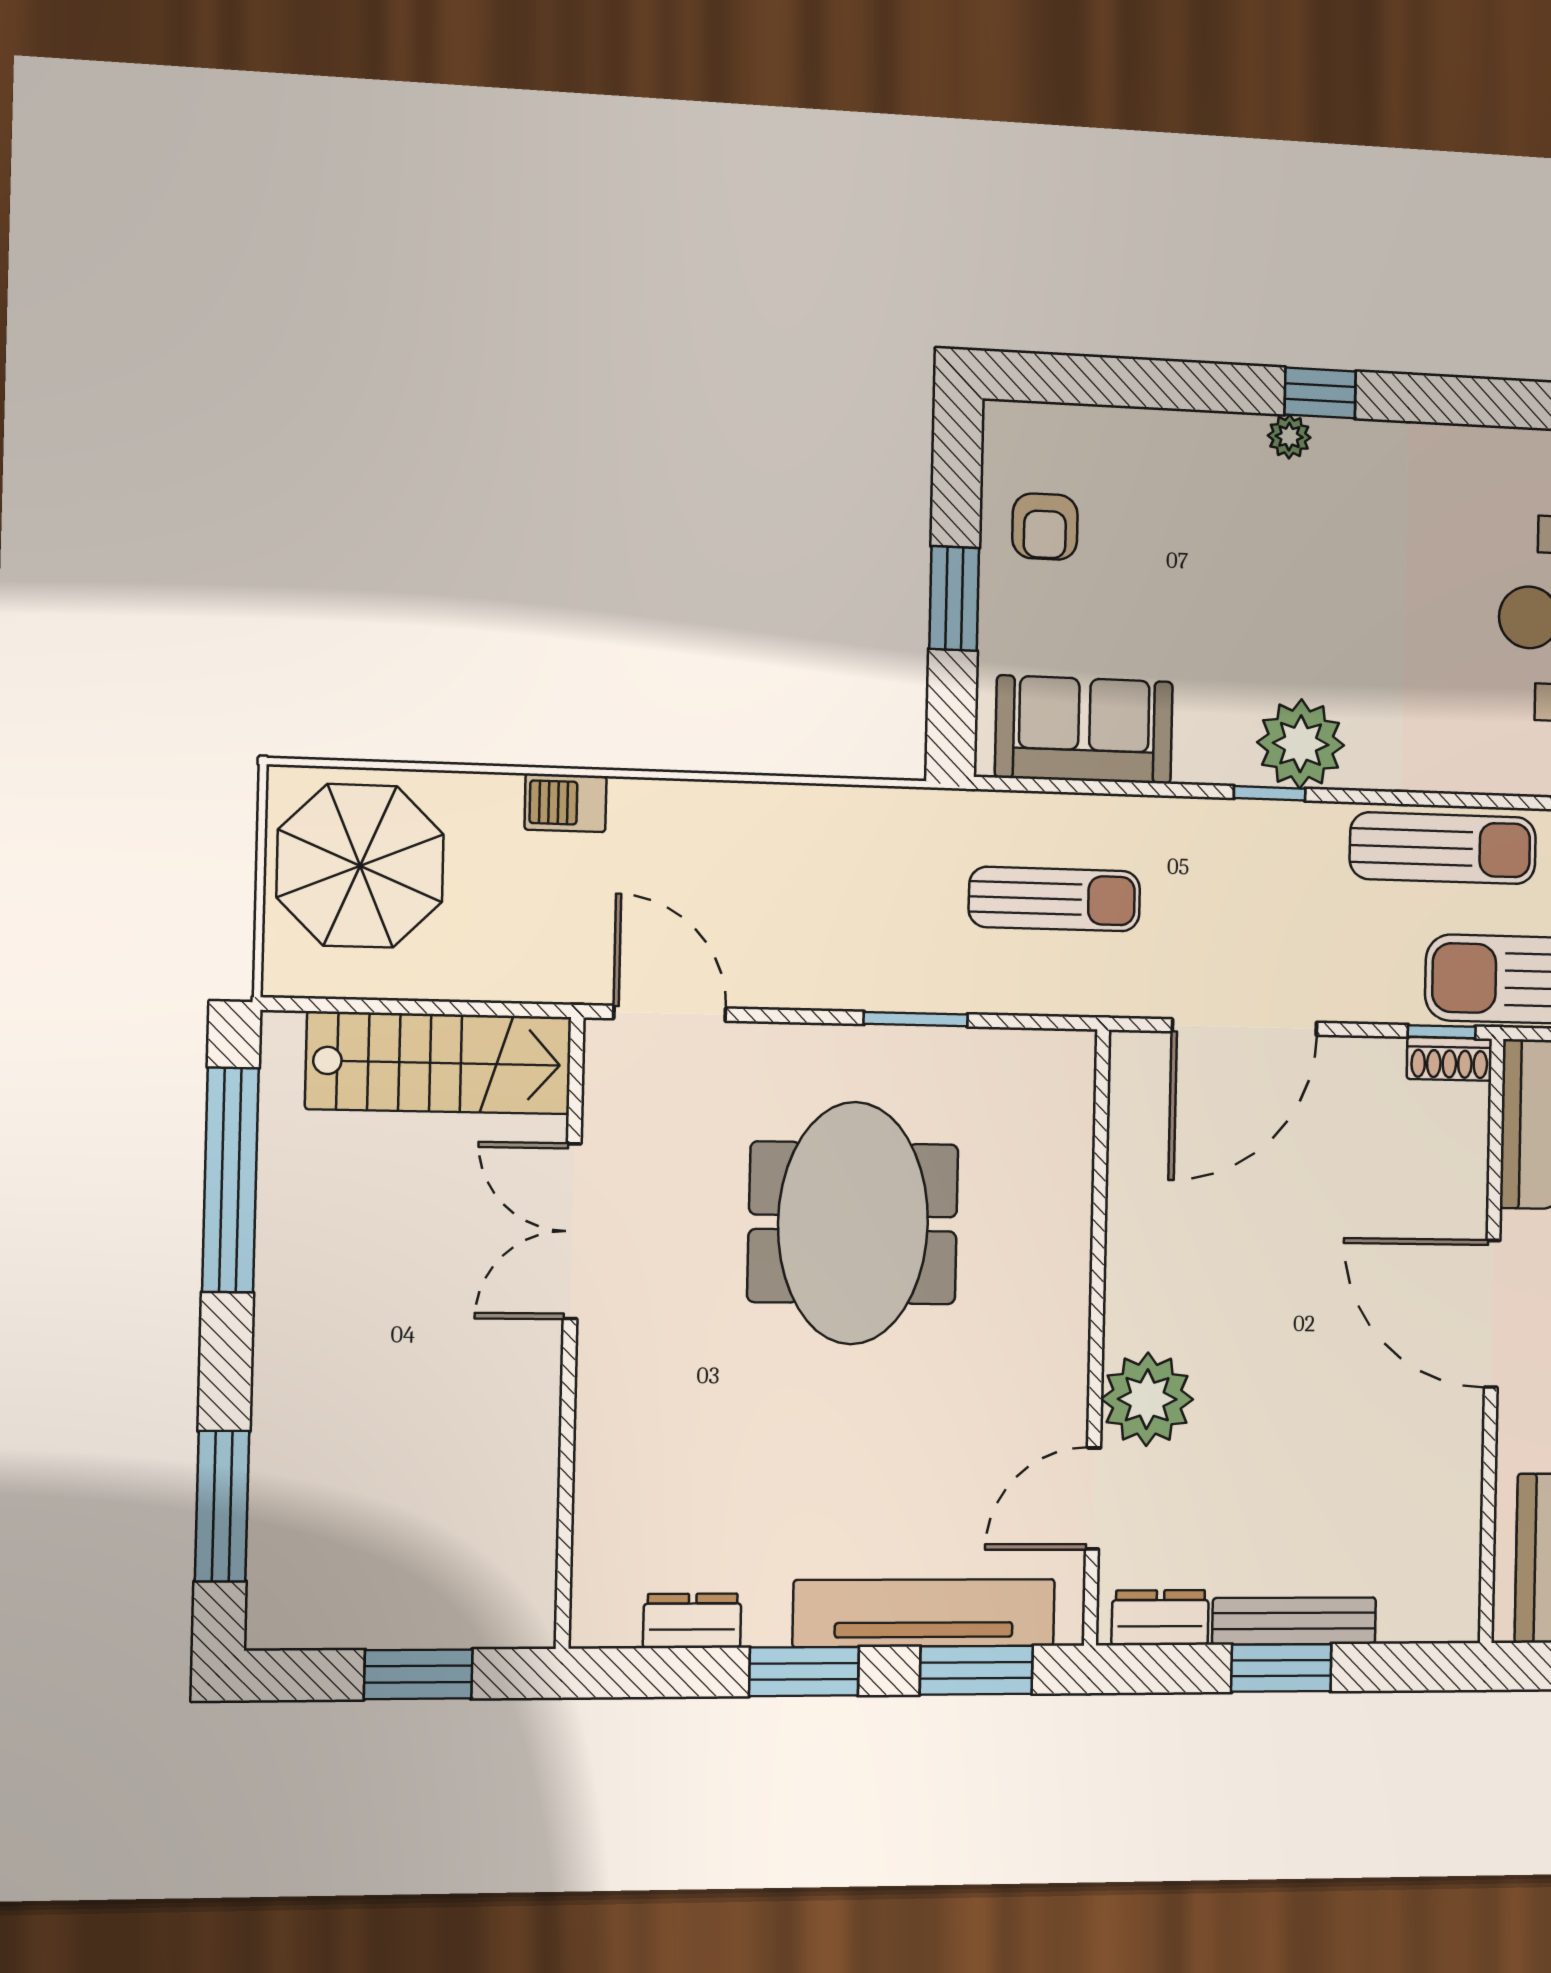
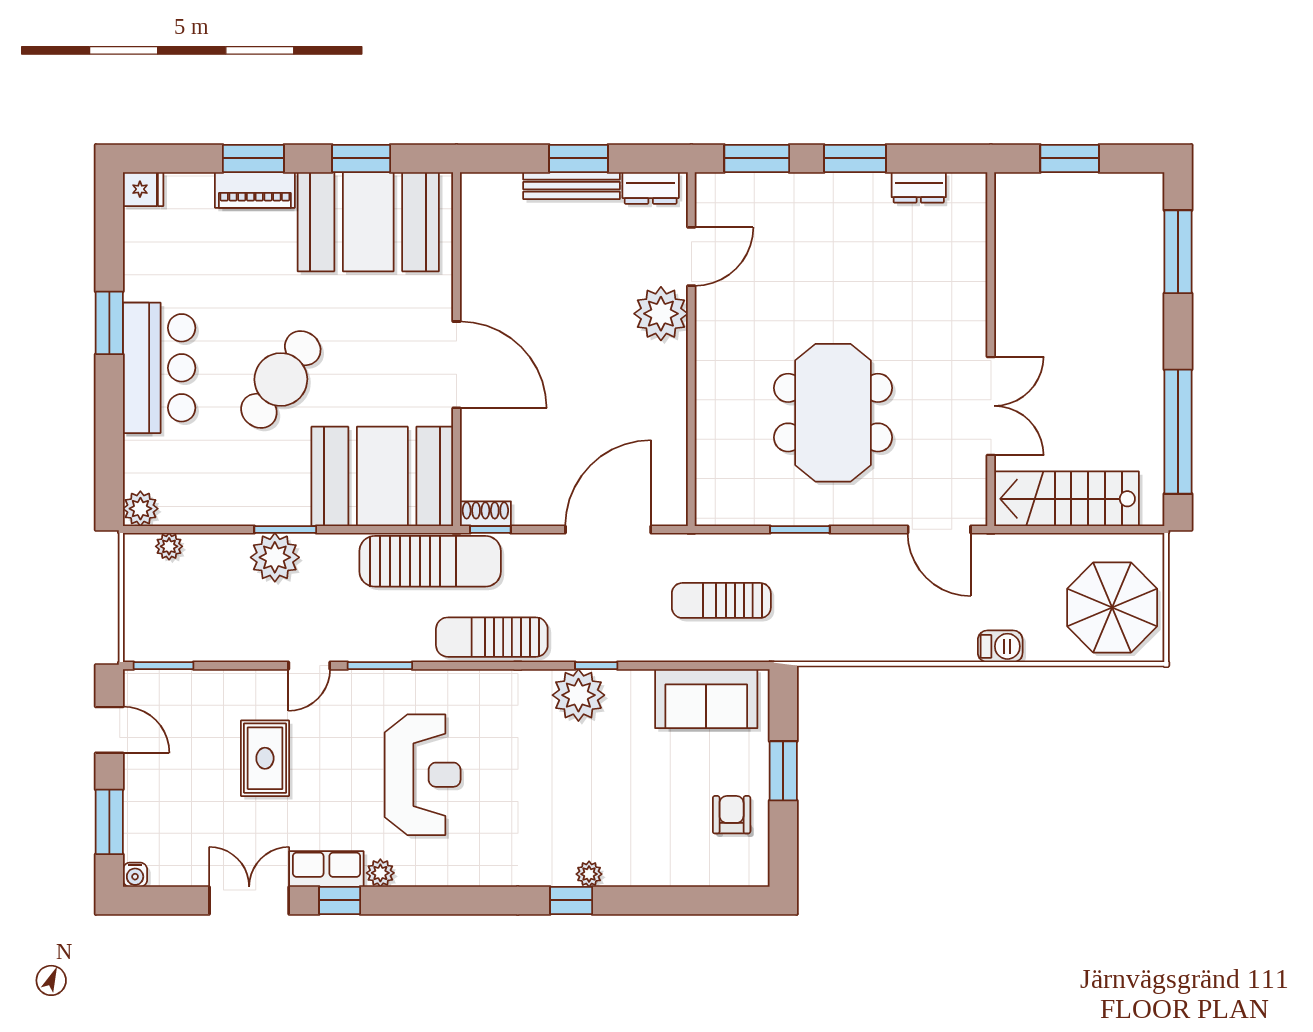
tv unit: (924, 1613) -> (787, 191), removed

